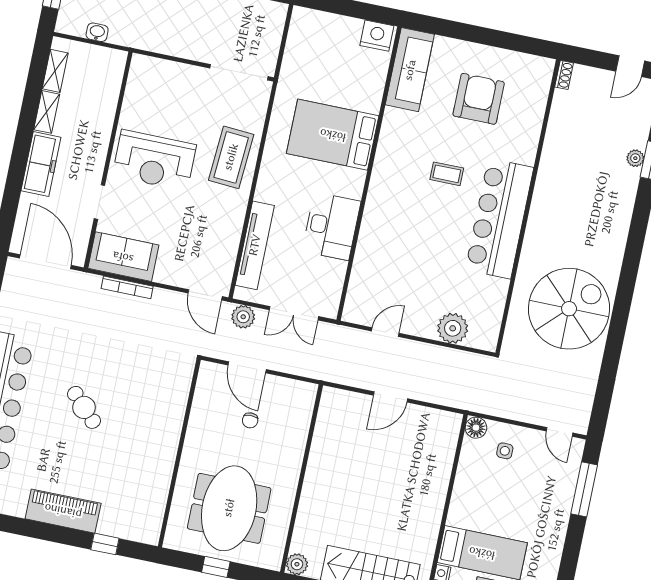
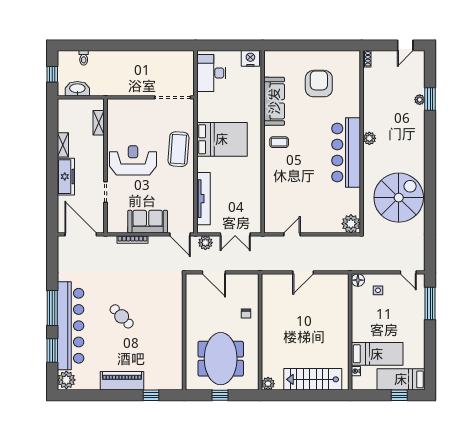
washbasin: (97, 32) -> (77, 89), width x1.91, depth x1.45
sofa: (410, 70) -> (274, 101), moved
shelving: (55, 71) -> (99, 123), moved
bed: (333, 135) -> (222, 139), moved, turned 180
reception desk: (154, 160) -> (133, 160), turned 180
coffee table: (447, 174) -> (279, 142), moved
plant: (542, 204) -> (369, 138), added
desk: (331, 226) -> (211, 73), moved, turned 180
sofa: (123, 257) -> (148, 222), moved
plant: (453, 328) -> (351, 224), moved
chair: (250, 420) -> (246, 314), moved

